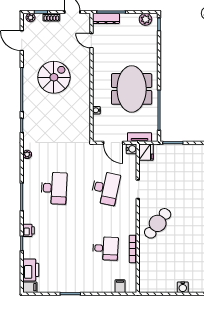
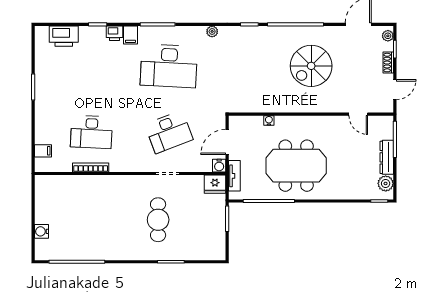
dresser: (106, 18) -> (387, 157), moved
door: (91, 41) -> (358, 114), swing flipped
spiral stairs: (54, 77) -> (311, 66), turned 90
desk: (54, 188) -> (169, 66), width x1.36, depth x1.30
desk: (105, 188) -> (169, 132), turned -33
cafe table: (158, 223) -> (158, 220), moved, turned 52
desk: (105, 248) -> (91, 132), width x1.37
filing cabinet: (30, 287) -> (130, 35), moved

